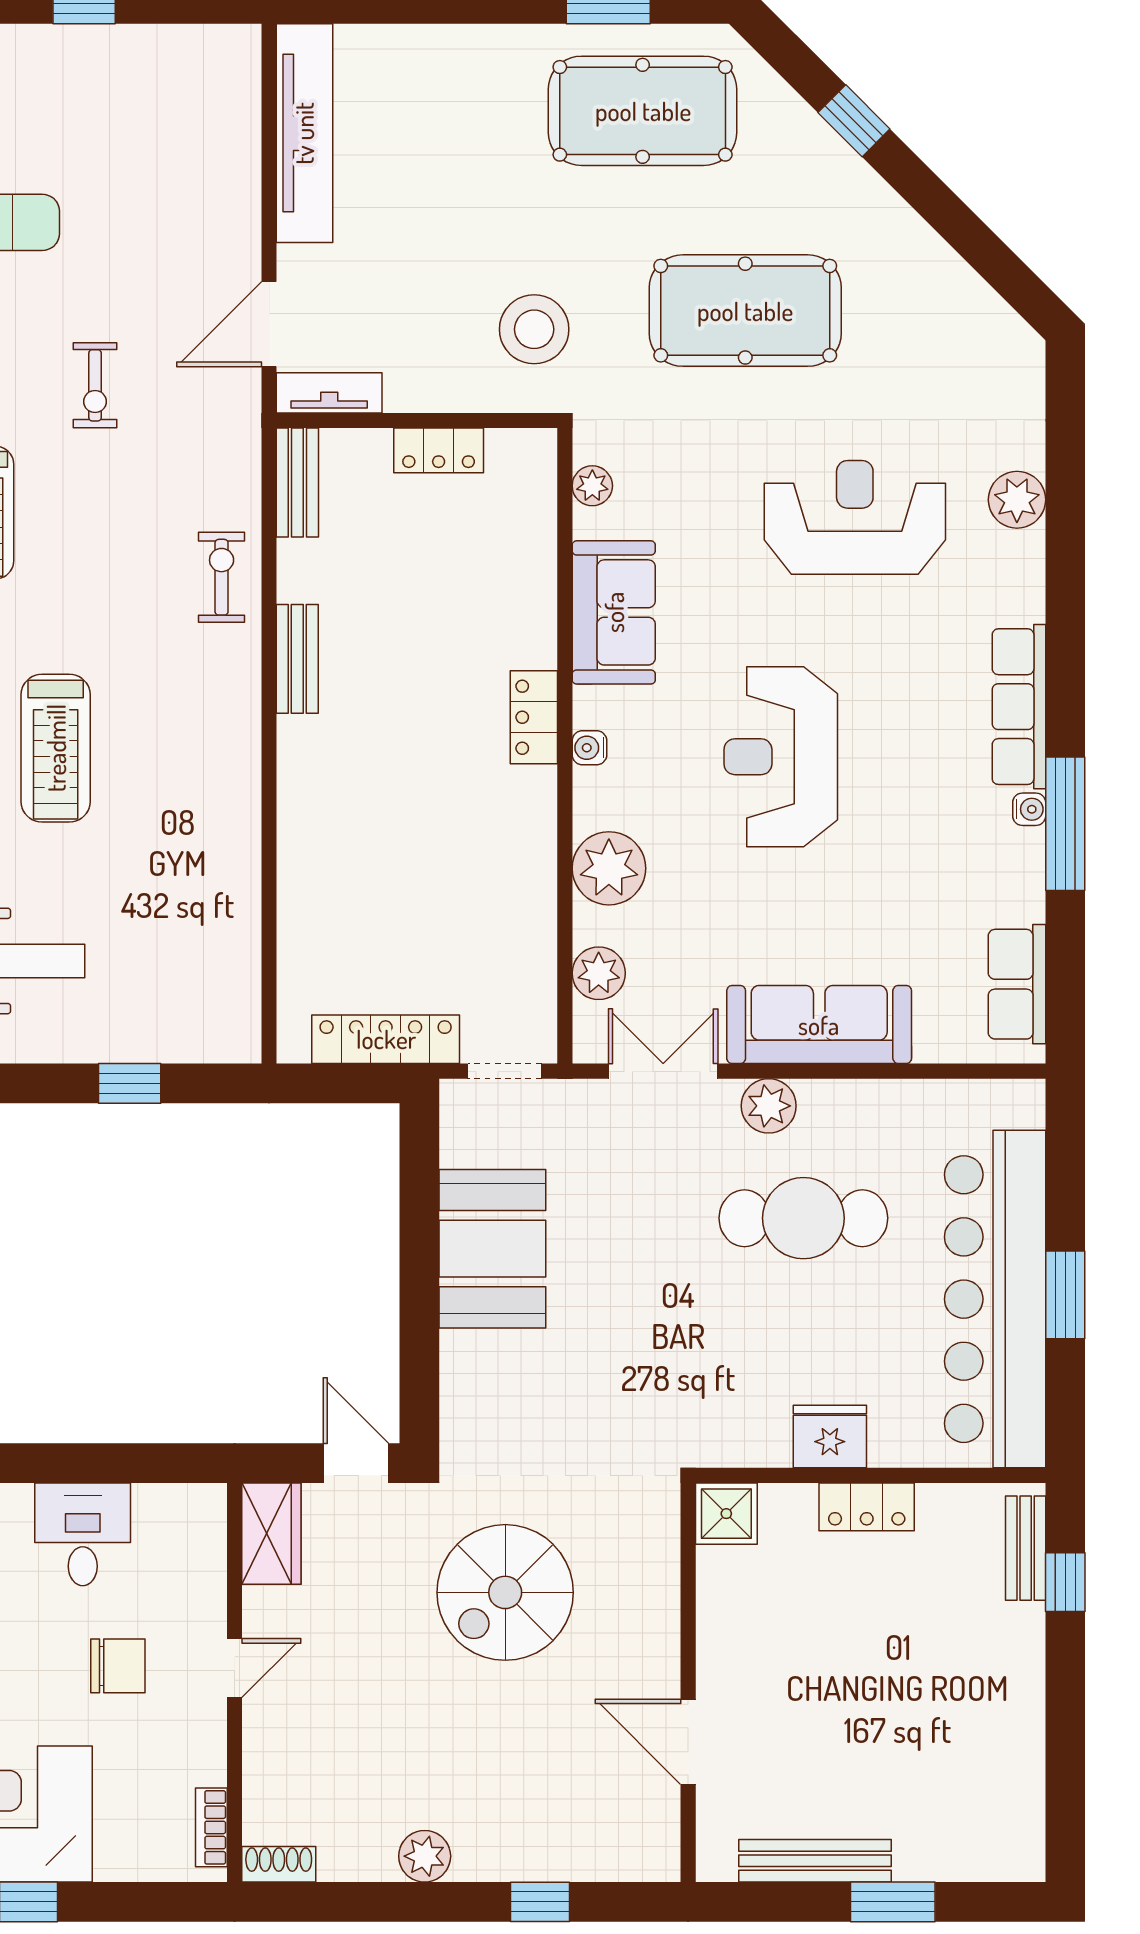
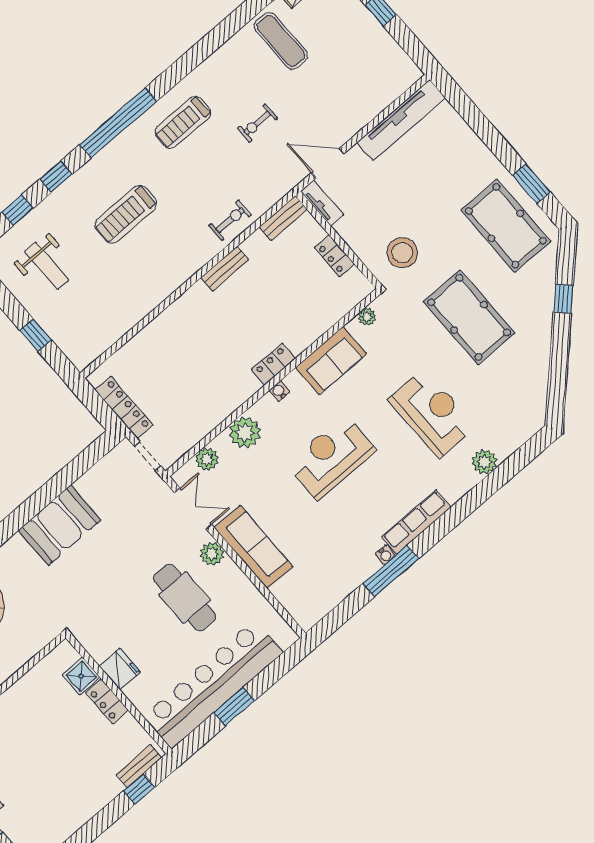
row of seats: (1017, 984) -> (324, 601), removed
booth: (492, 1249) -> (60, 525), moved
shower: (726, 1514) -> (81, 676), moved

